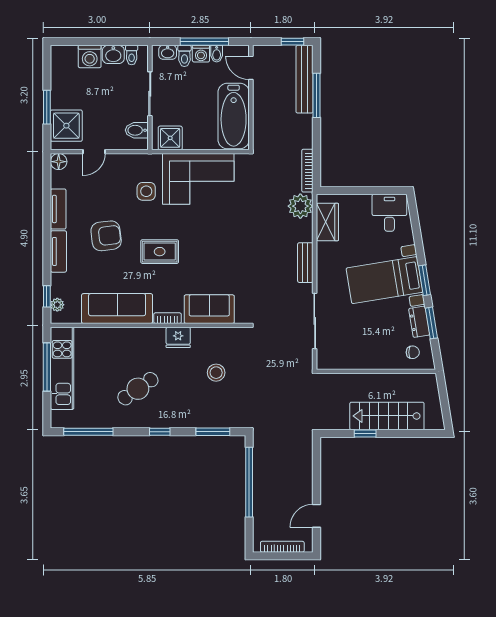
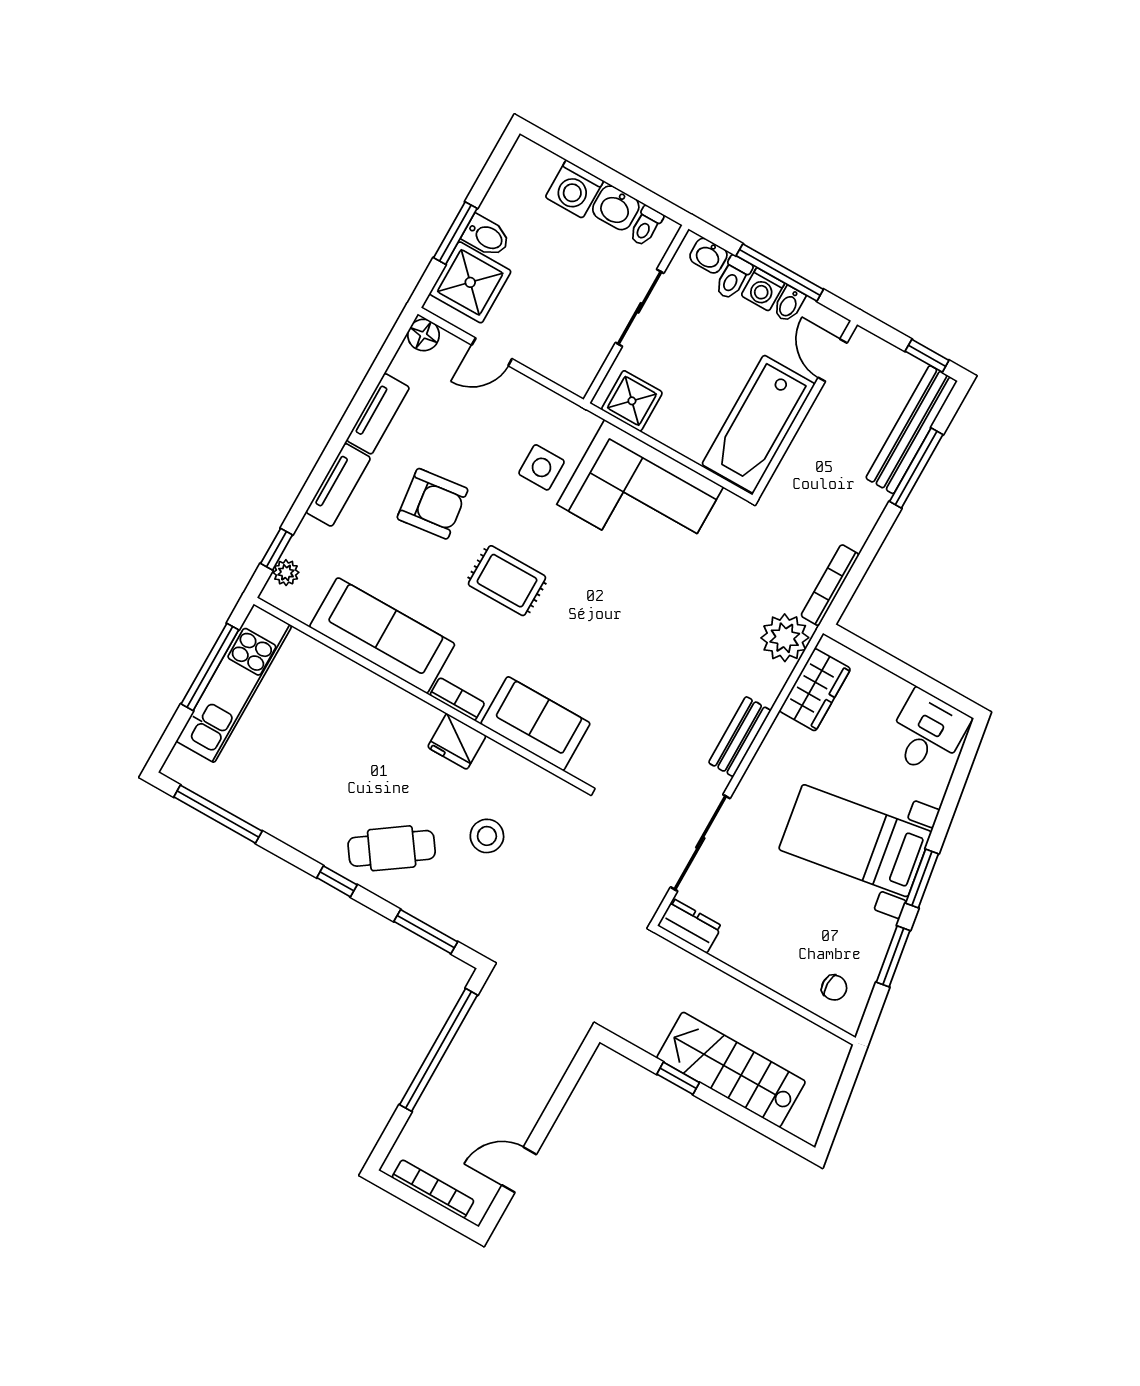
bidet: (137, 130) -> (486, 236), moved, turned 180
dresser: (419, 322) -> (690, 926), moved, turned 99
cafe table: (138, 389) -> (392, 848), moved

